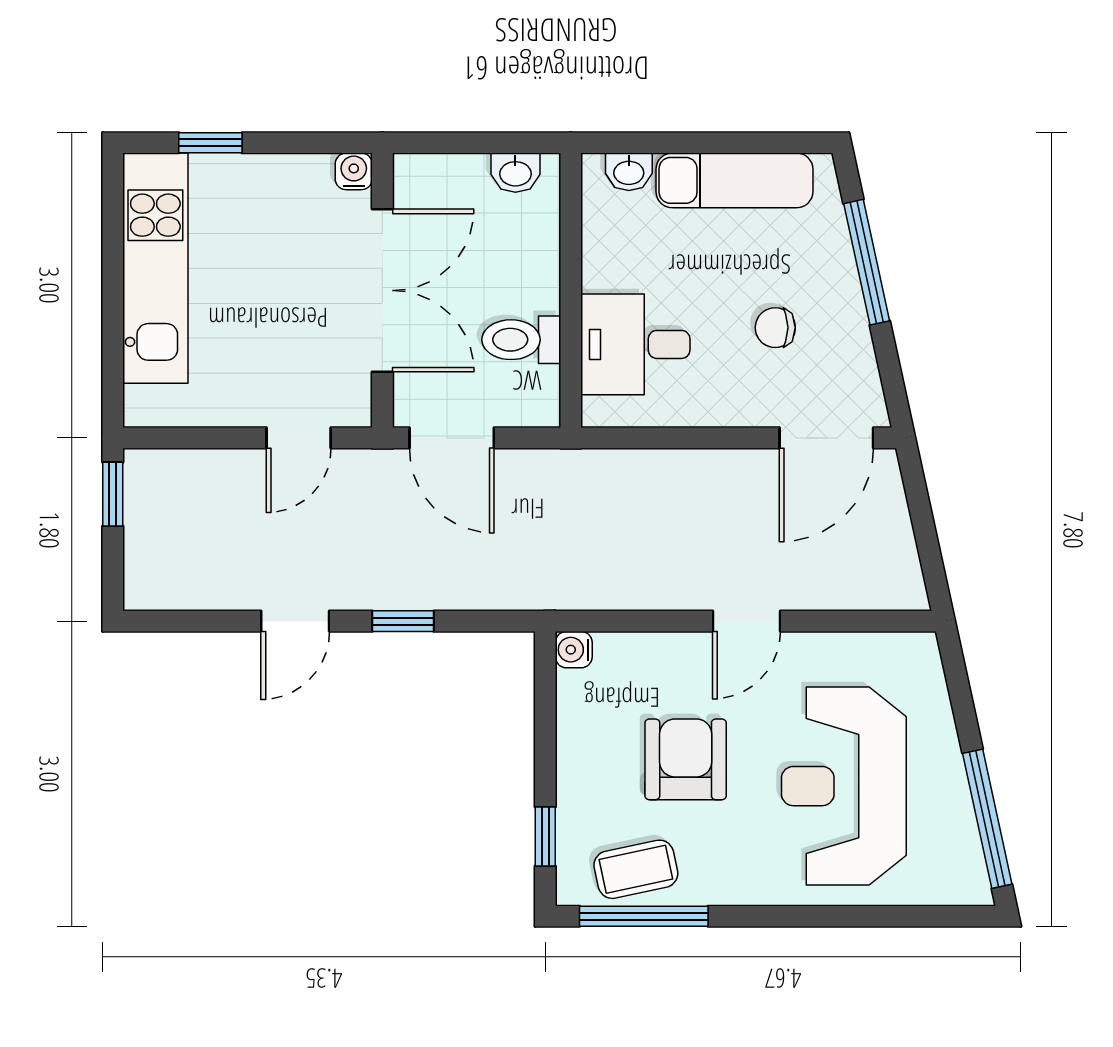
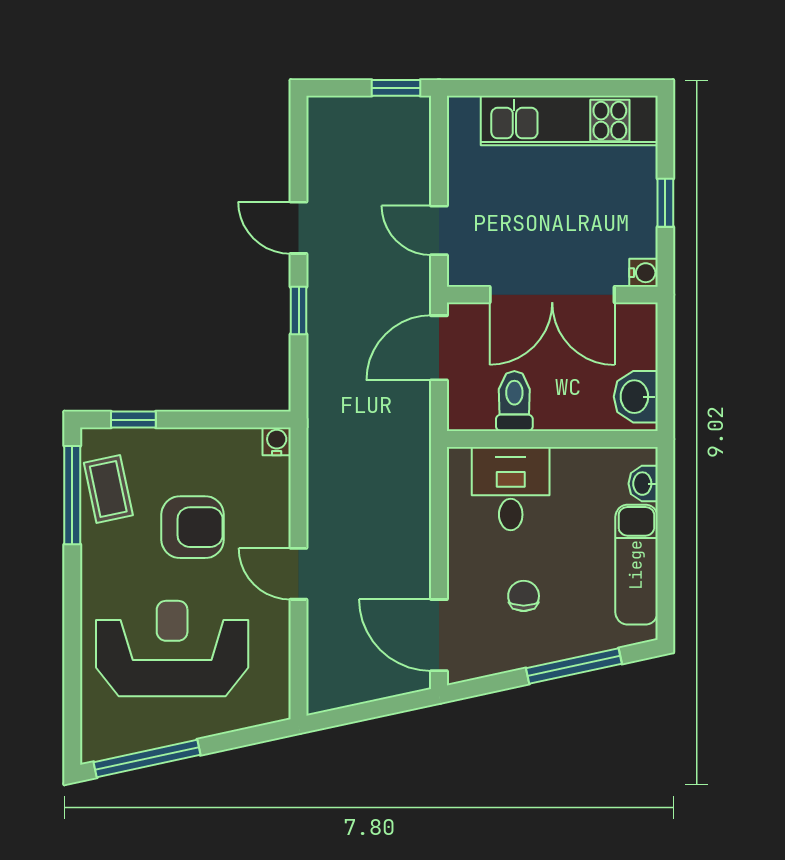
window: (210, 143) -> (665, 203), moved
washbasin: (515, 173) -> (636, 397), width x1.38, depth x1.45

